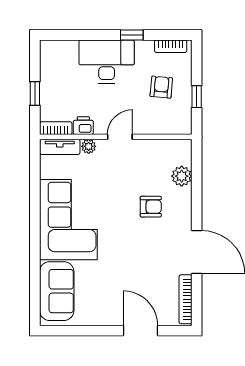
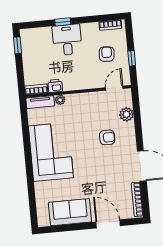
window: (132, 35) -> (63, 22), moved
desk: (107, 61) -> (67, 40), width x0.73
window: (35, 93) -> (17, 45), moved
door: (120, 137) -> (114, 88), moved
sofa: (57, 291) -> (70, 212), moved, turned -90

